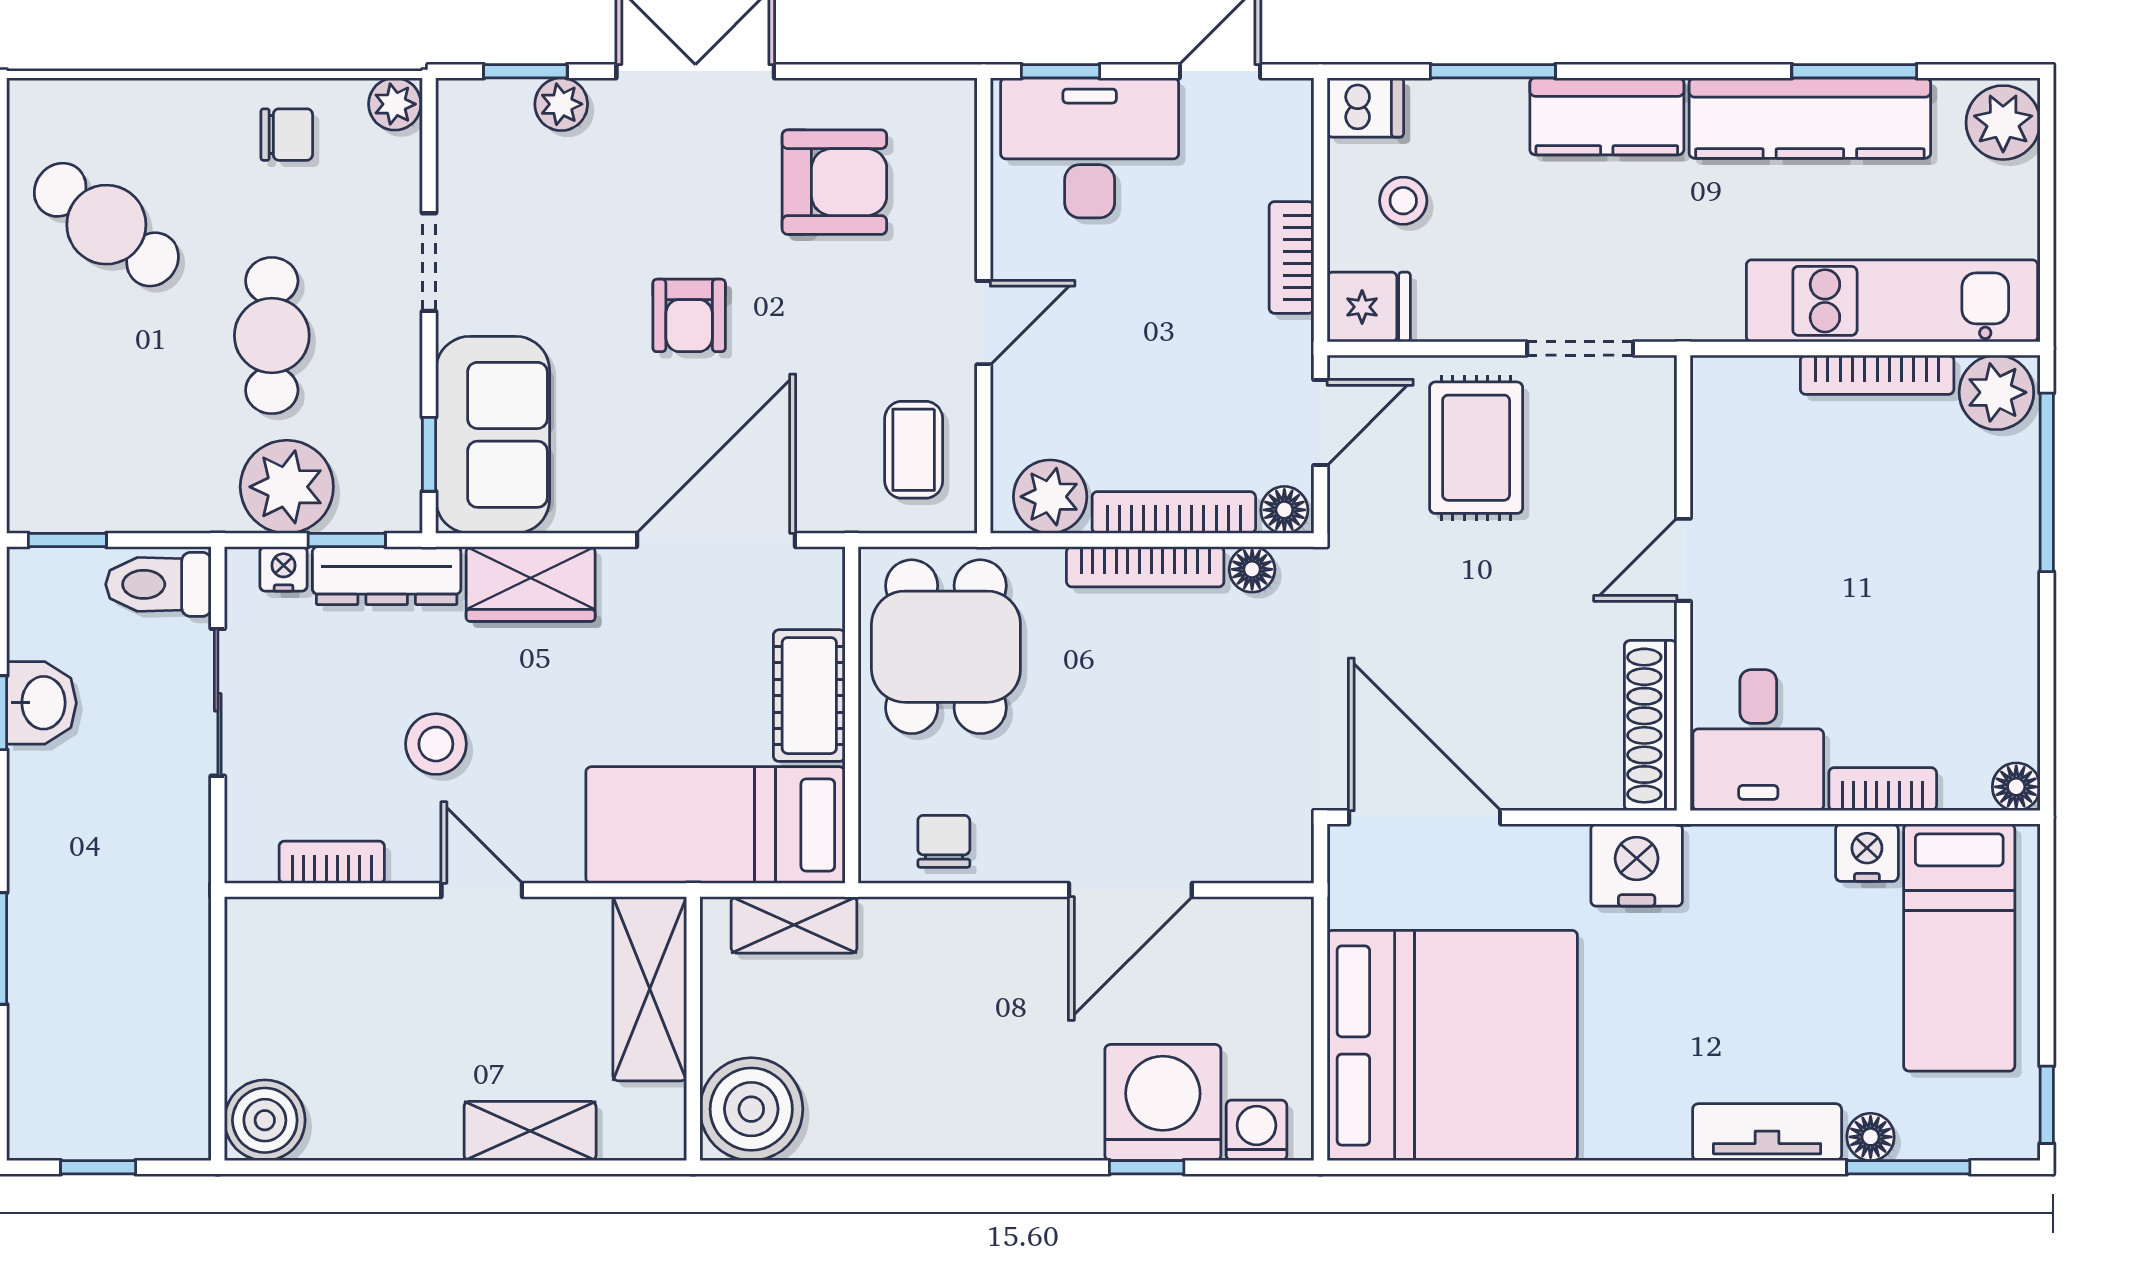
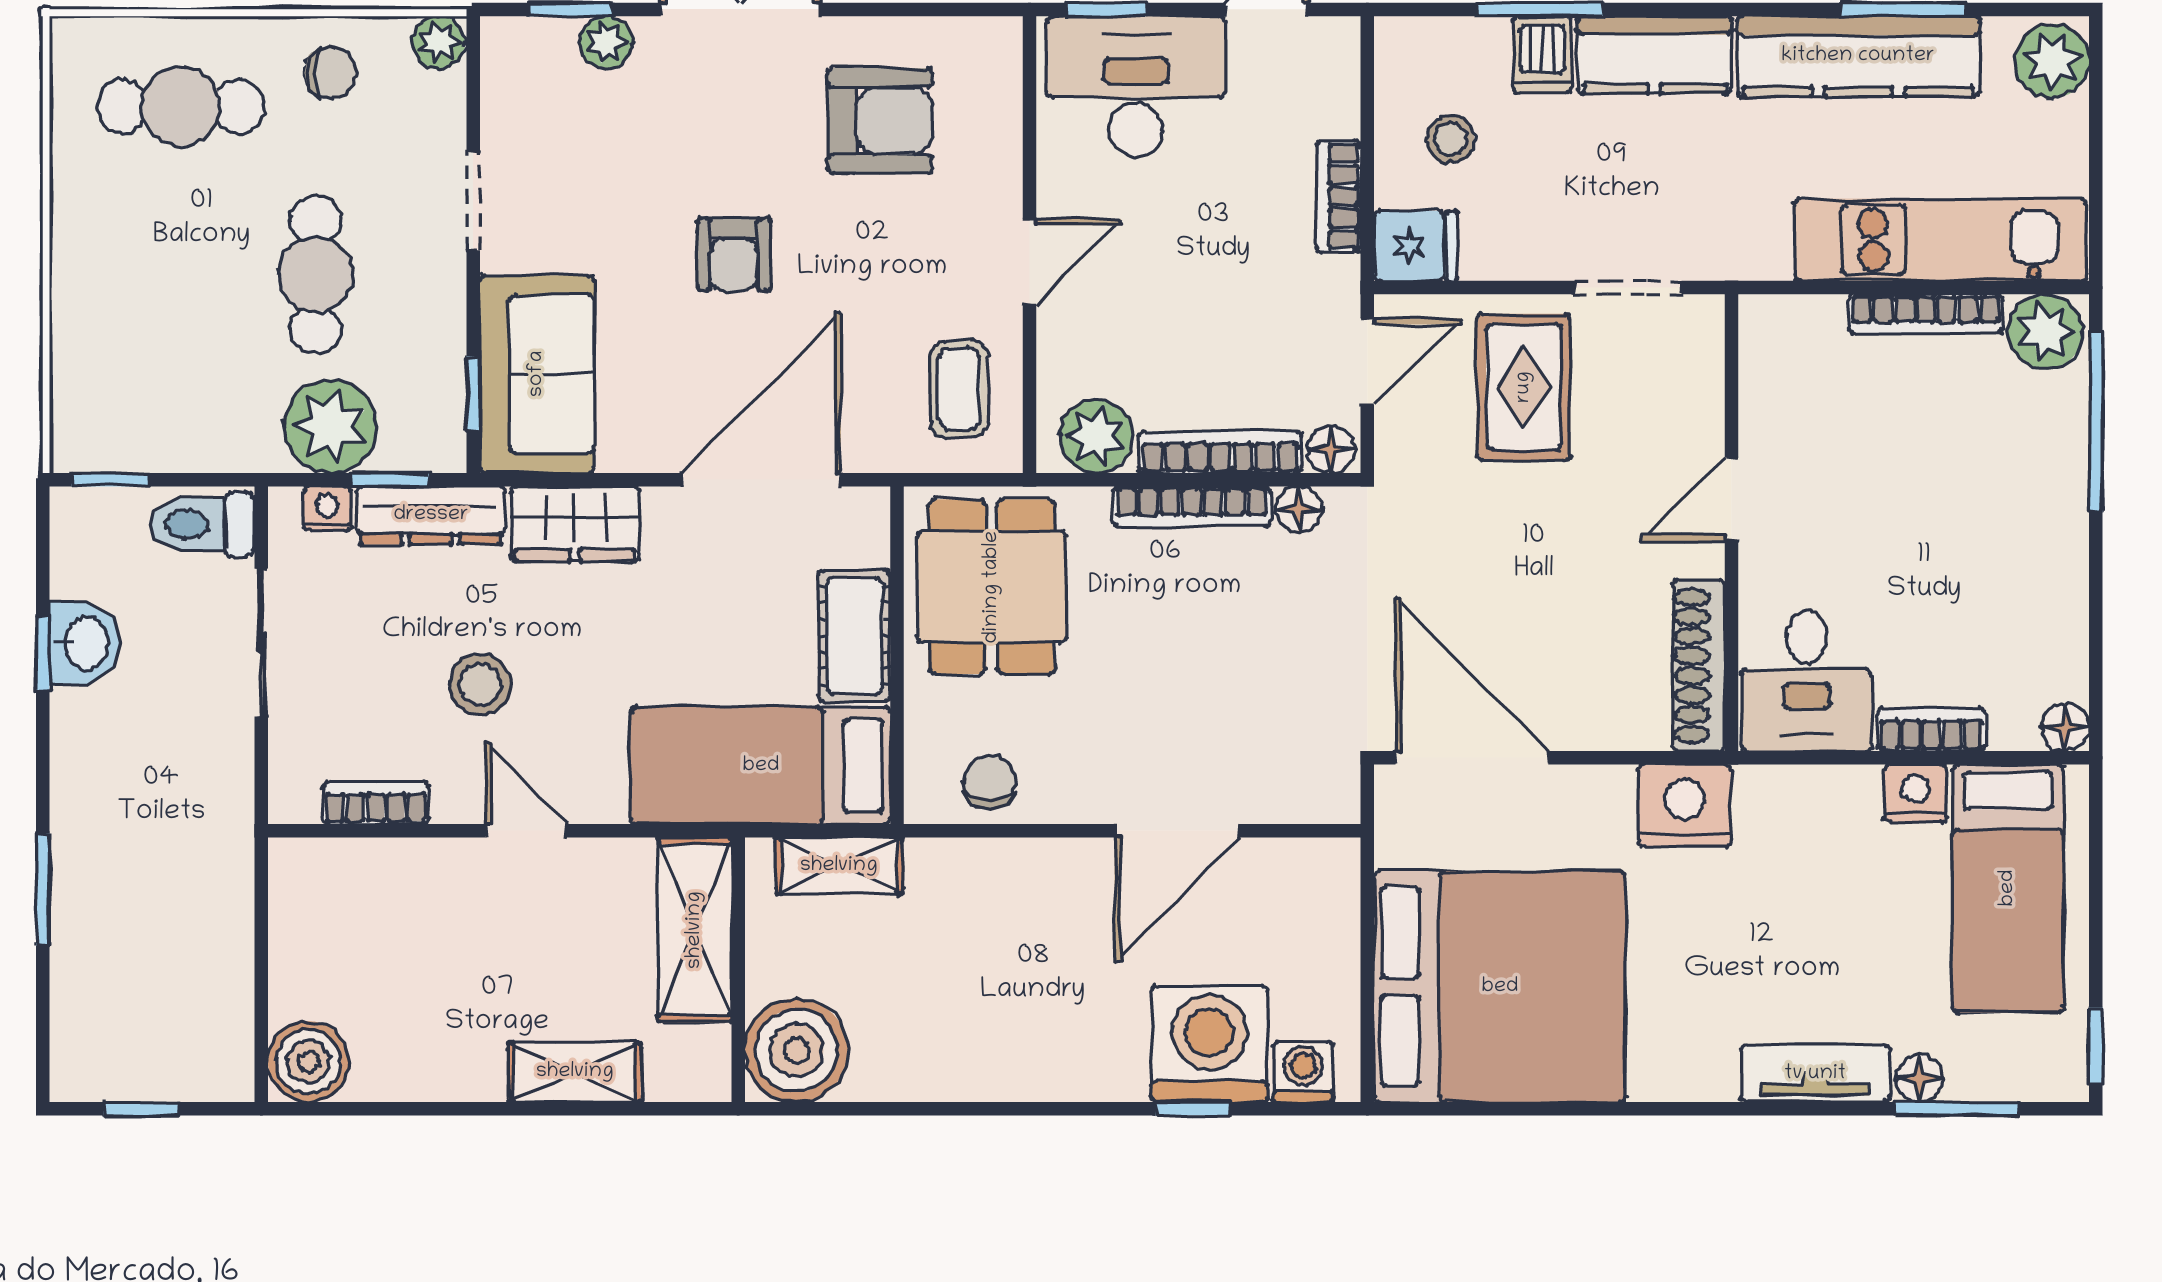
dishwasher: (1365, 108) -> (1542, 54), moved, turned 90
cafe table: (106, 225) -> (181, 107), moved, turned -37

